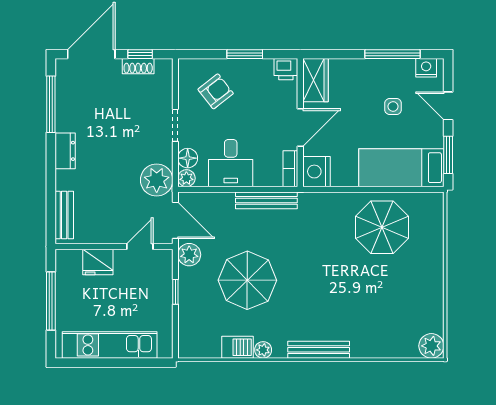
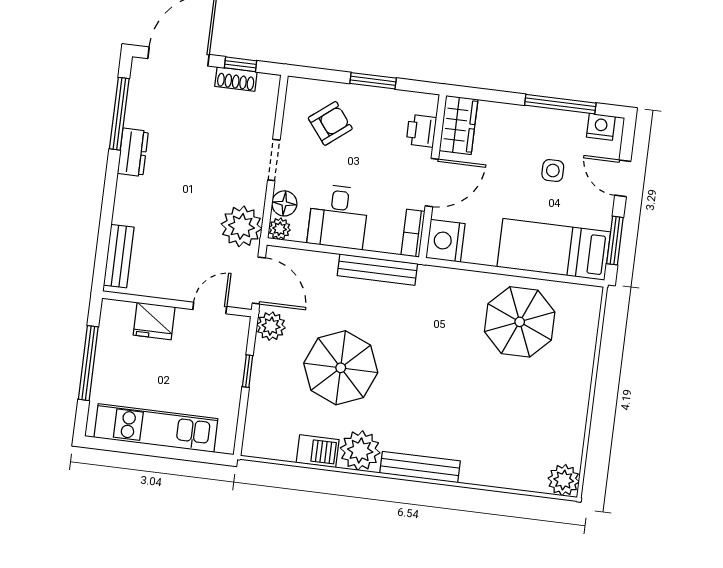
printer: (286, 69) -> (421, 131), moved, turned 90
dresser: (65, 151) -> (133, 152), moved
plant: (263, 350) -> (360, 450), width x1.88, depth x1.88

